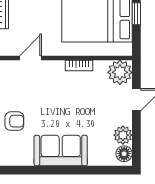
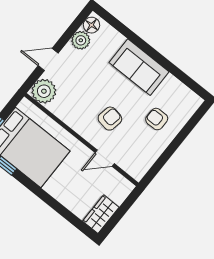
bookcase: (79, 65) -> (71, 122), removed
armchair: (51, 92) -> (110, 119), added

